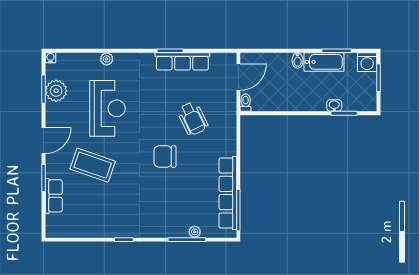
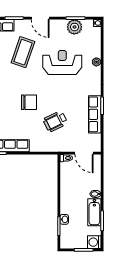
reception desk: (108, 108) -> (62, 63), turned 180
chair: (165, 156) -> (29, 102), turned 90

